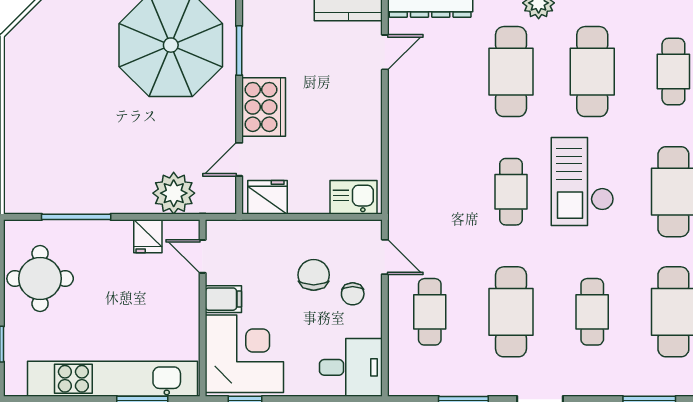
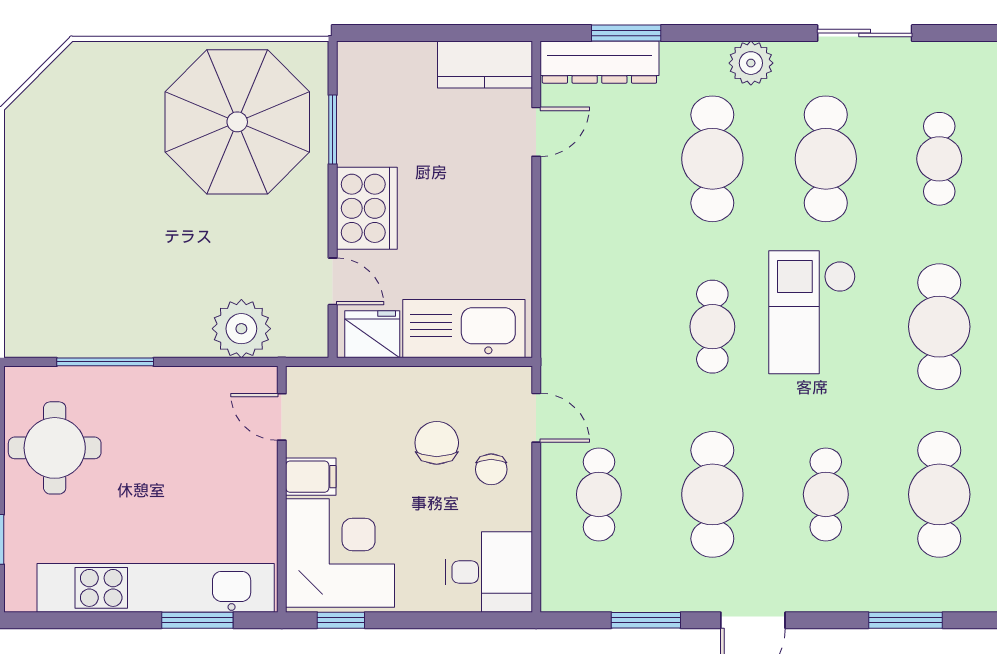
door: (239, 159) -> (333, 281), swing flipped
kitchen sink: (354, 197) -> (464, 329), width x1.87, depth x1.24
fridge: (148, 236) -> (205, 389), removed

